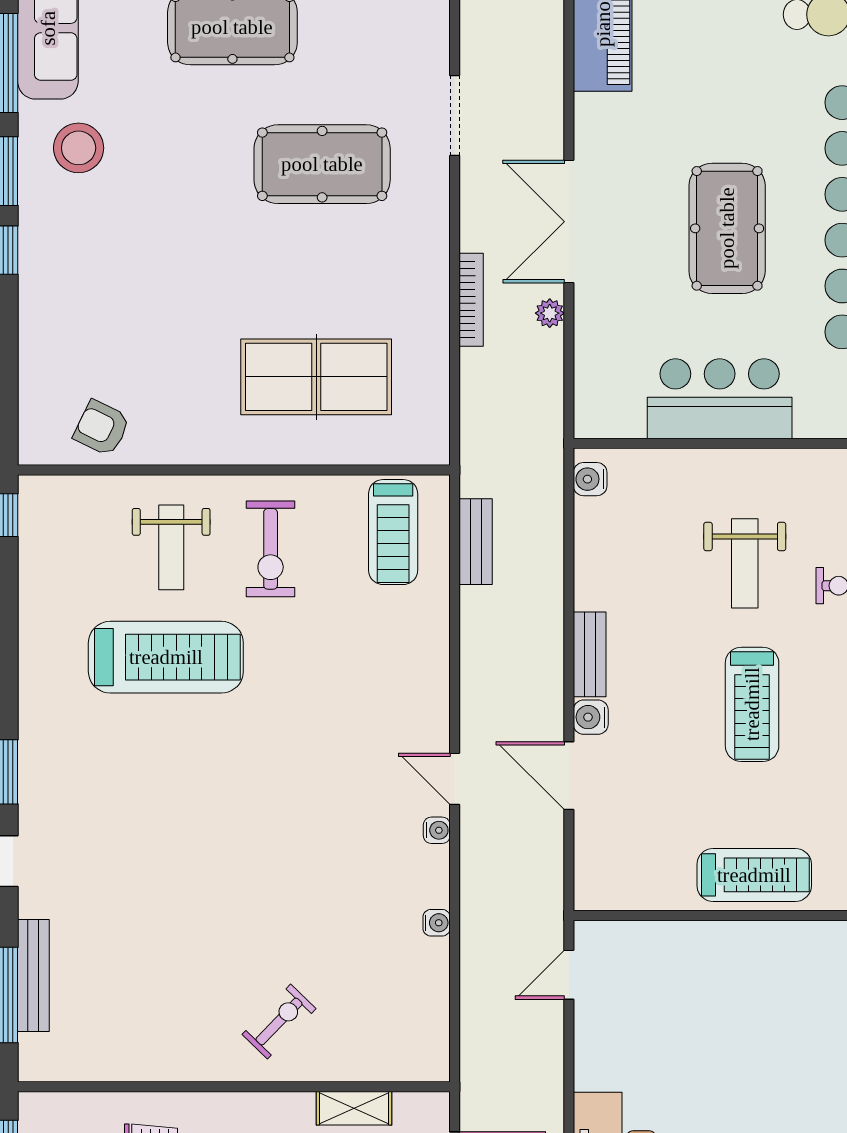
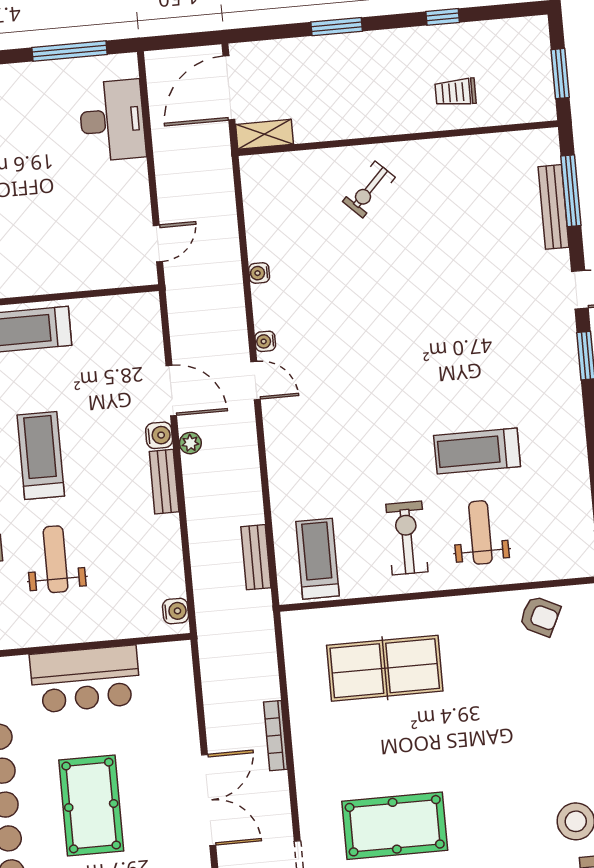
plant: (550, 313) -> (190, 443), moved
treadmill: (166, 657) -> (477, 451), width x0.73, depth x0.73
shelving: (354, 1108) -> (264, 134), moved

